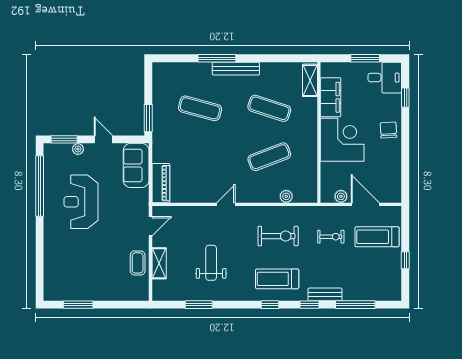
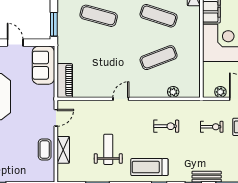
exercise bike: (278, 236) -> (166, 126), width x0.73, depth x0.72
treadmill: (277, 279) -> (149, 167), moved

